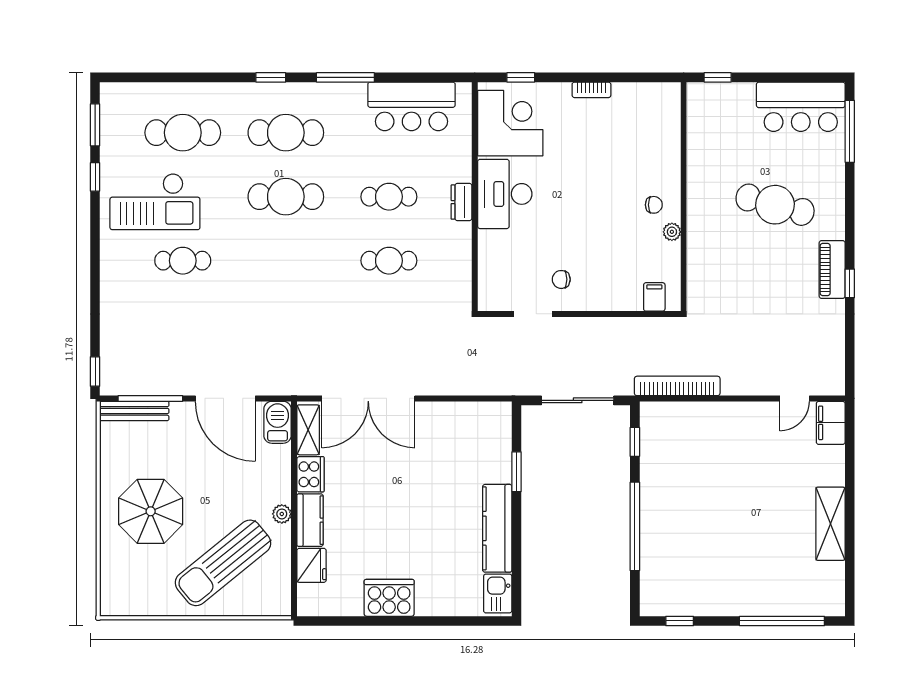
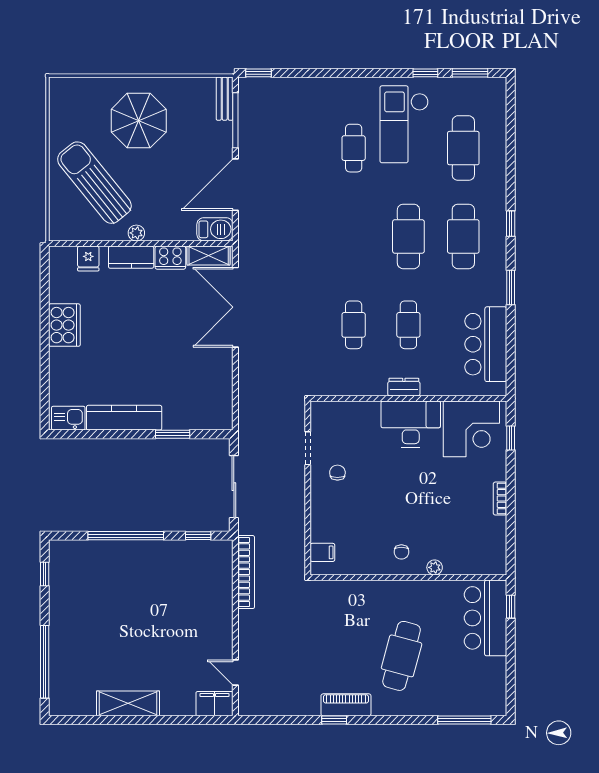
window: (345, 77) -> (511, 287), width x0.69
bar counter: (801, 107) -> (486, 618), moved
plant: (672, 232) -> (435, 567), moved
bench: (134, 411) -> (225, 99), width x0.73
fridge: (312, 565) -> (88, 258), width x0.72

